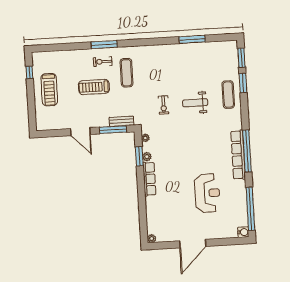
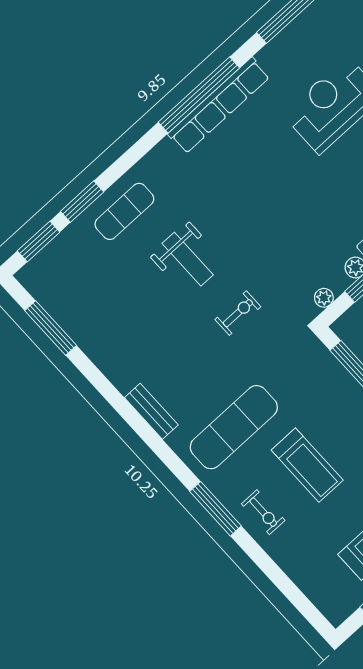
window: (192, 39) -> (51, 328), moved
exercise bike: (103, 62) -> (263, 512), moved
exercise mat: (127, 73) -> (234, 427), width x1.36, depth x1.45
bench: (121, 121) -> (151, 411), moved

